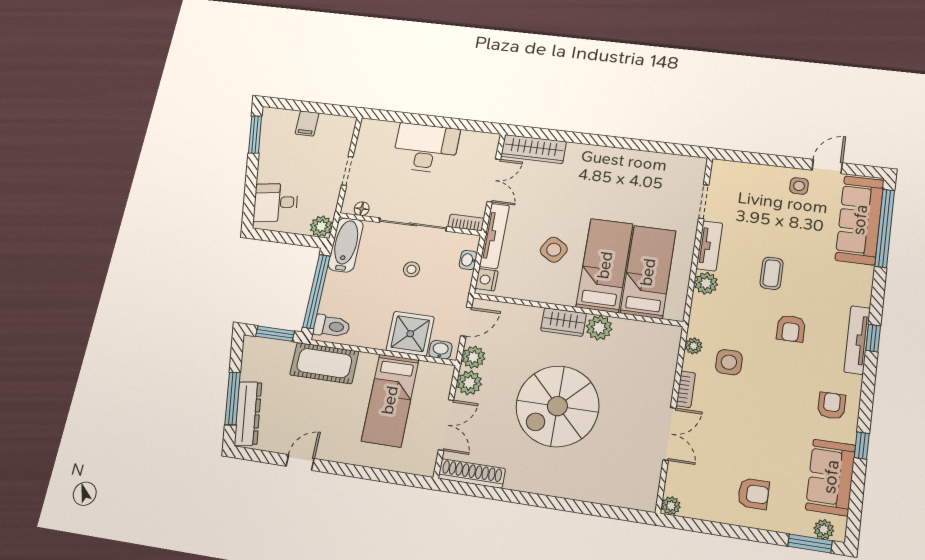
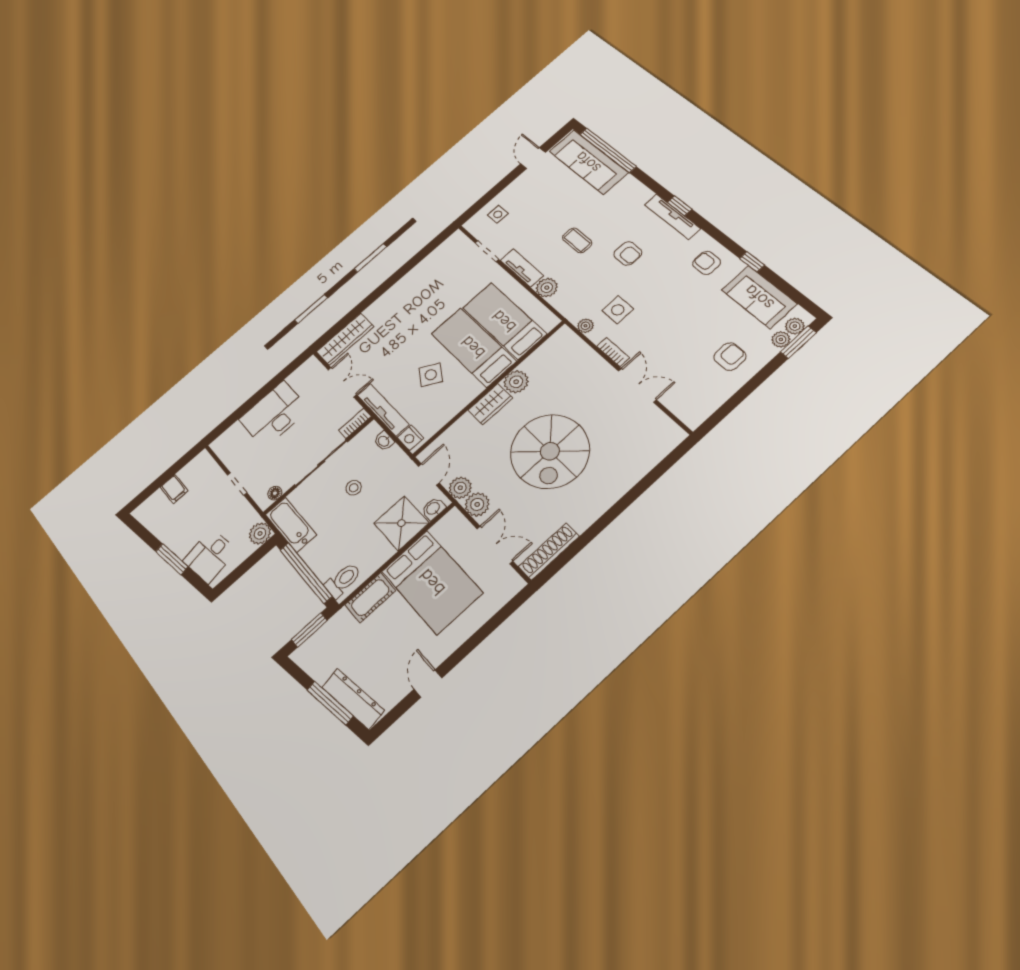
window: (255, 135) -> (172, 559), moved
side table: (799, 186) -> (498, 214), moved
cot: (324, 363) -> (370, 598), width x0.73, depth x0.75
bed: (390, 400) -> (432, 582), width x1.50
plant: (671, 506) -> (781, 339), moved

